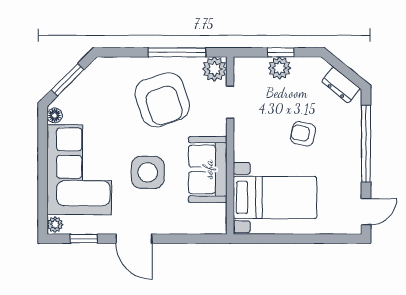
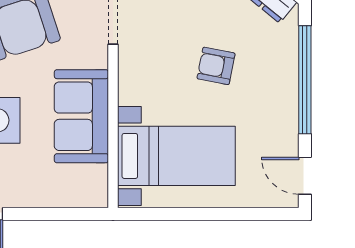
door: (366, 212) -> (305, 176), swing flipped

